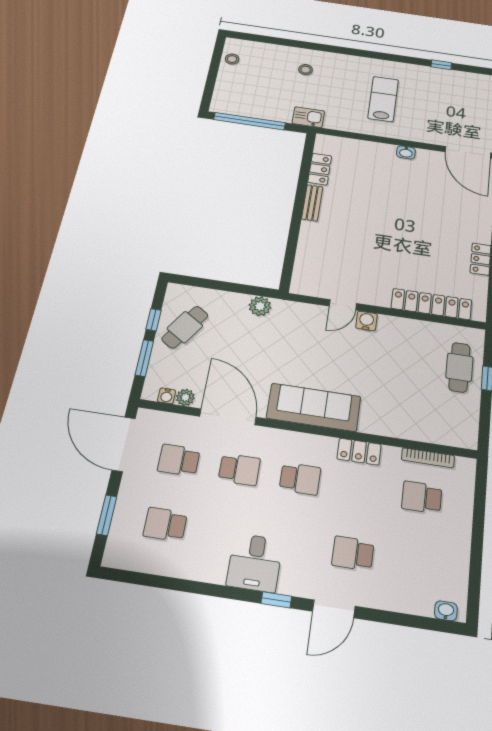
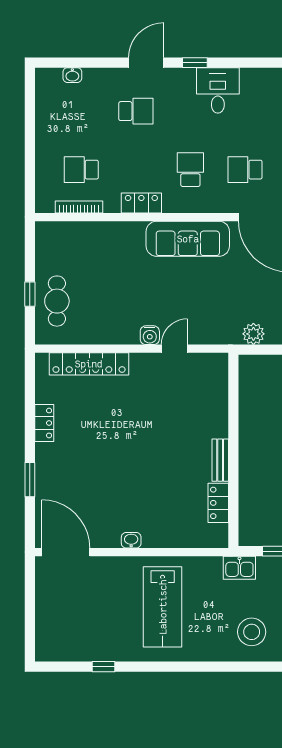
stool: (306, 70) -> (252, 632), width x1.89, depth x1.89
lab bench: (383, 99) -> (163, 607), width x1.36, depth x1.39
school desk: (300, 479) -> (190, 170), turned 90
school desk: (422, 497) -> (81, 170), turned 180
washbasin: (446, 611) -> (72, 75), moved

